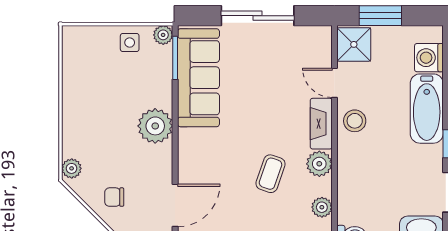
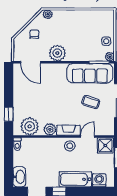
plant: (155, 126) -> (57, 53), moved
coffee table: (271, 174) -> (91, 102), moved
plant: (322, 207) -> (30, 126), width x1.88, depth x1.88

